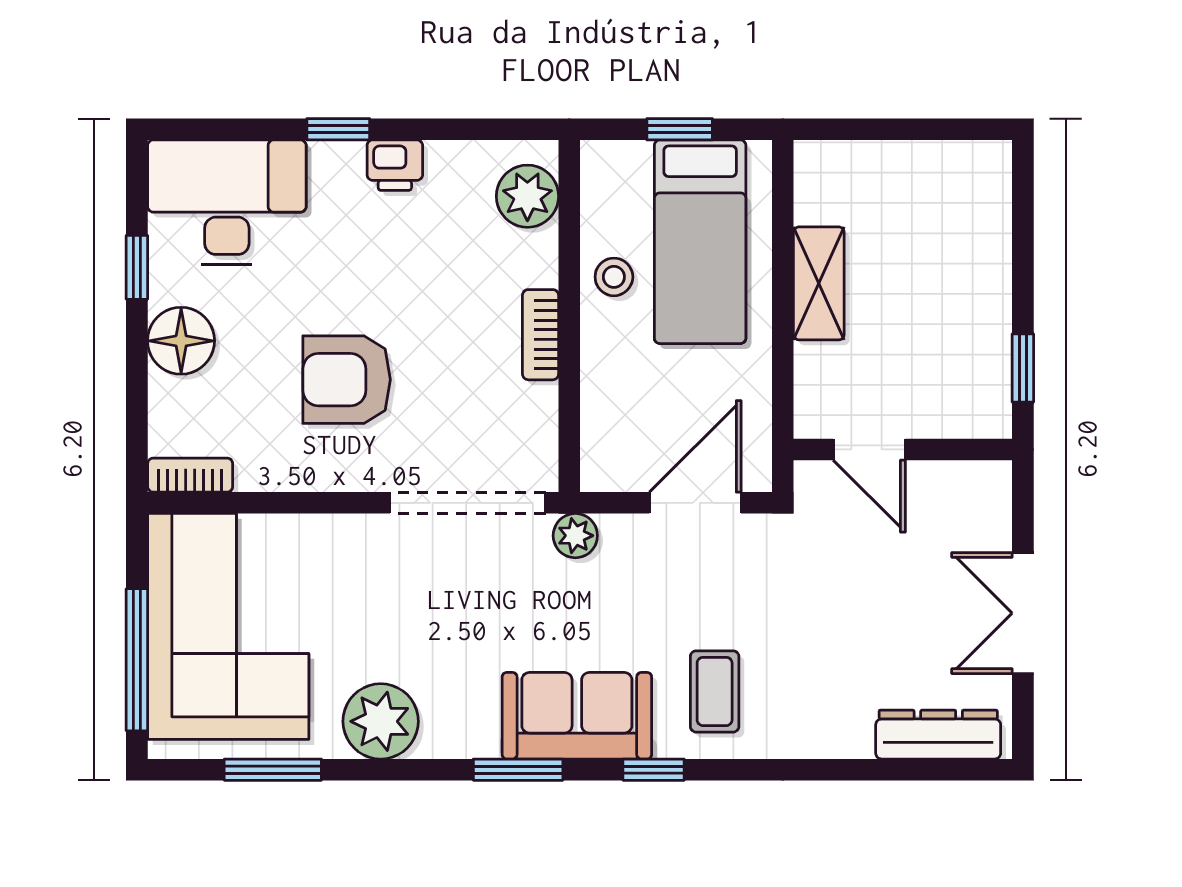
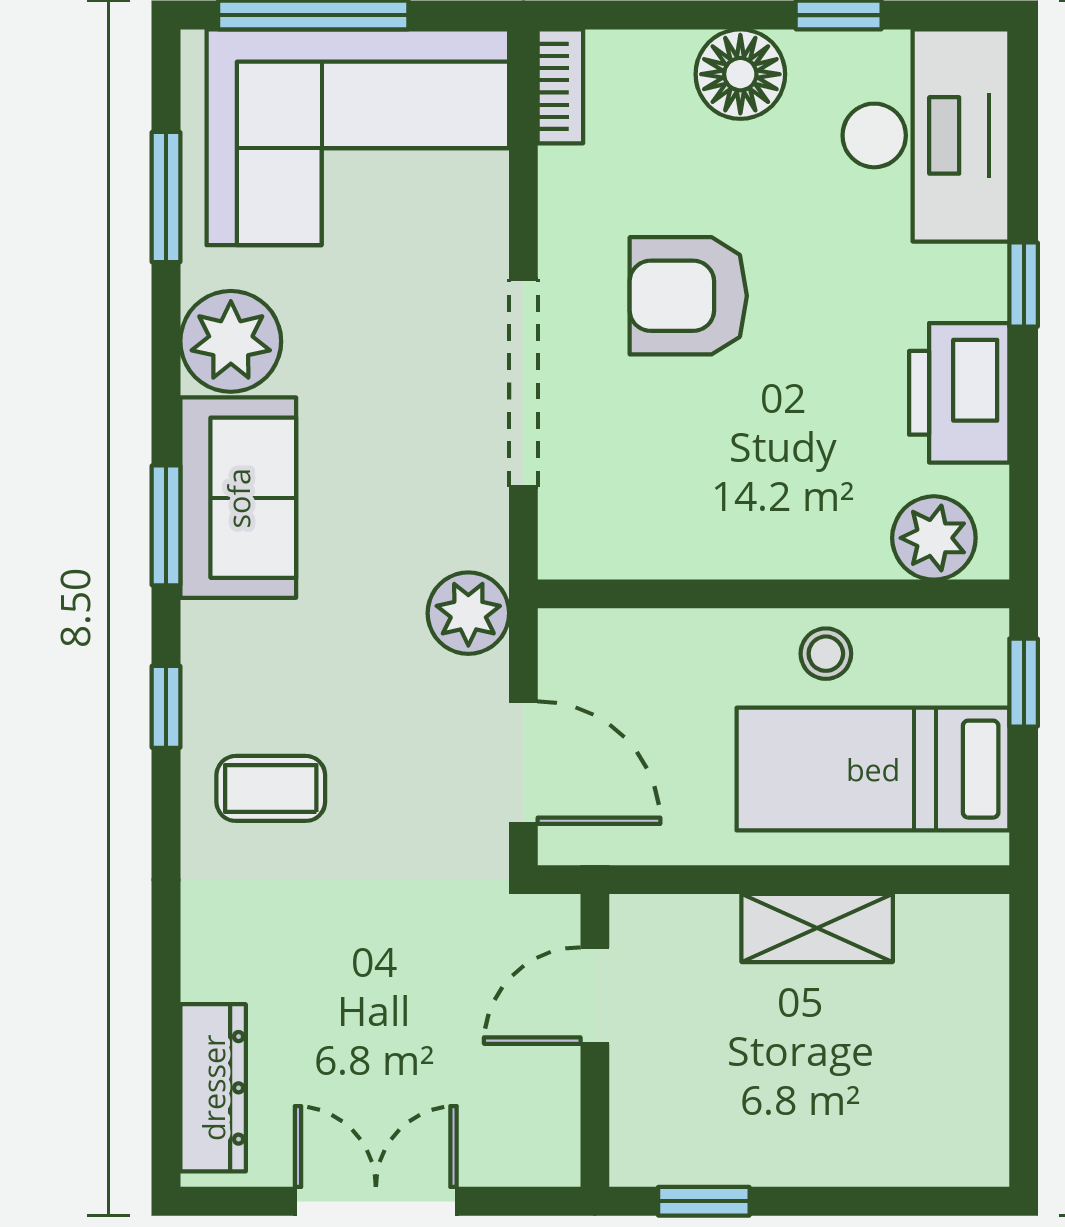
window: (680, 129) -> (1024, 683), moved
printer: (395, 165) -> (959, 393), width x1.87, depth x1.48
bookcase: (541, 335) -> (748, 555), removed
armchair: (347, 380) -> (688, 296), turned -90
doorway: (468, 503) -> (523, 383), moved
plant: (575, 536) -> (468, 613), width x1.38, depth x1.38
sofa: (577, 716) -> (238, 498), moved

